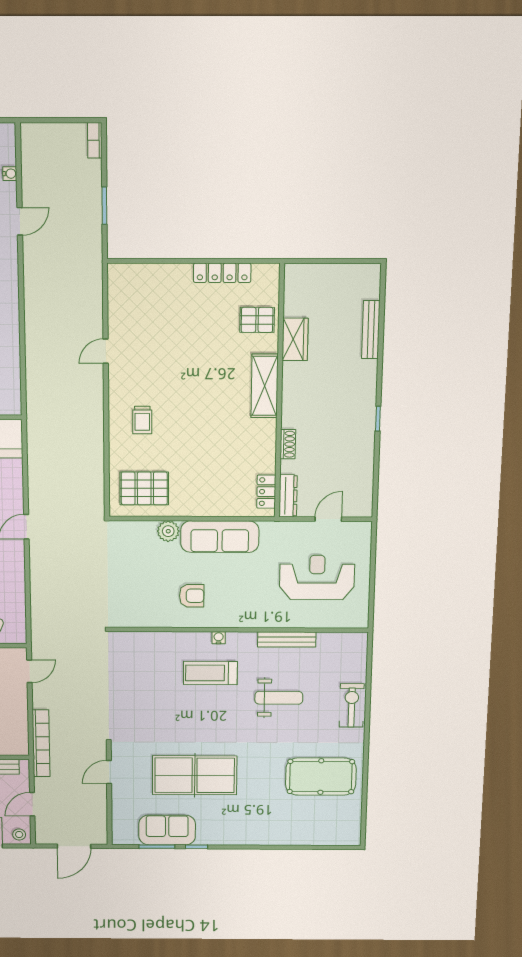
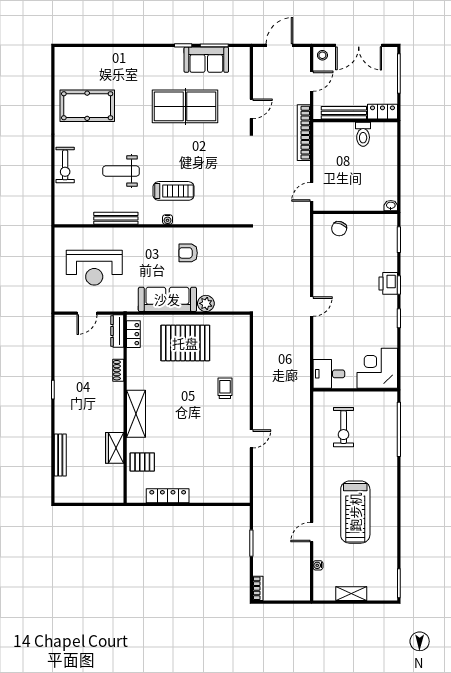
pallet: (144, 488) -> (185, 343), moved, width x1.37, depth x1.41

